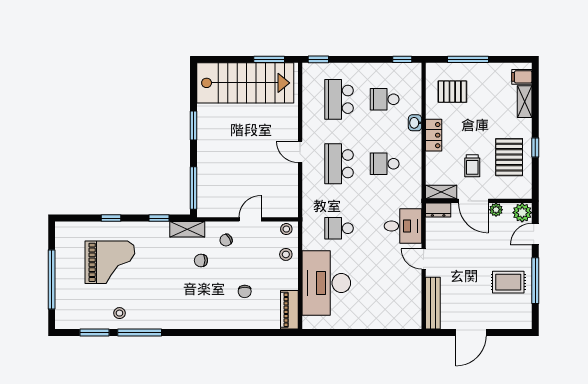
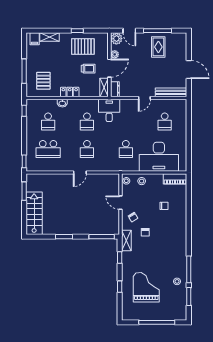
stairs: (245, 83) -> (34, 213), width x0.73, depth x0.66
school desk: (339, 164) -> (87, 149), width x0.54
desk: (403, 226) -> (109, 110), moved
school desk: (385, 293) -> (165, 121), added

